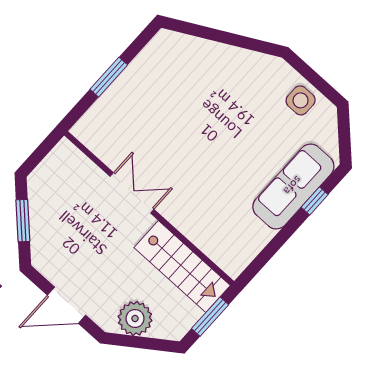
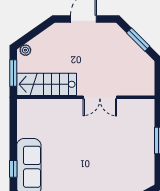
plant: (135, 318) -> (25, 50), moved, width x0.53, depth x0.53

